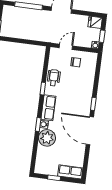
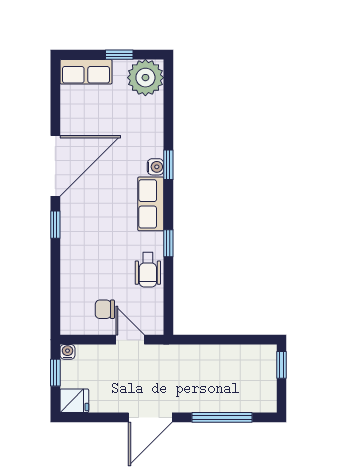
door: (66, 47) -> (130, 340), swing flipped
door: (90, 131) -> (55, 166), hinge flipped
plant: (47, 138) -> (145, 78), moved

